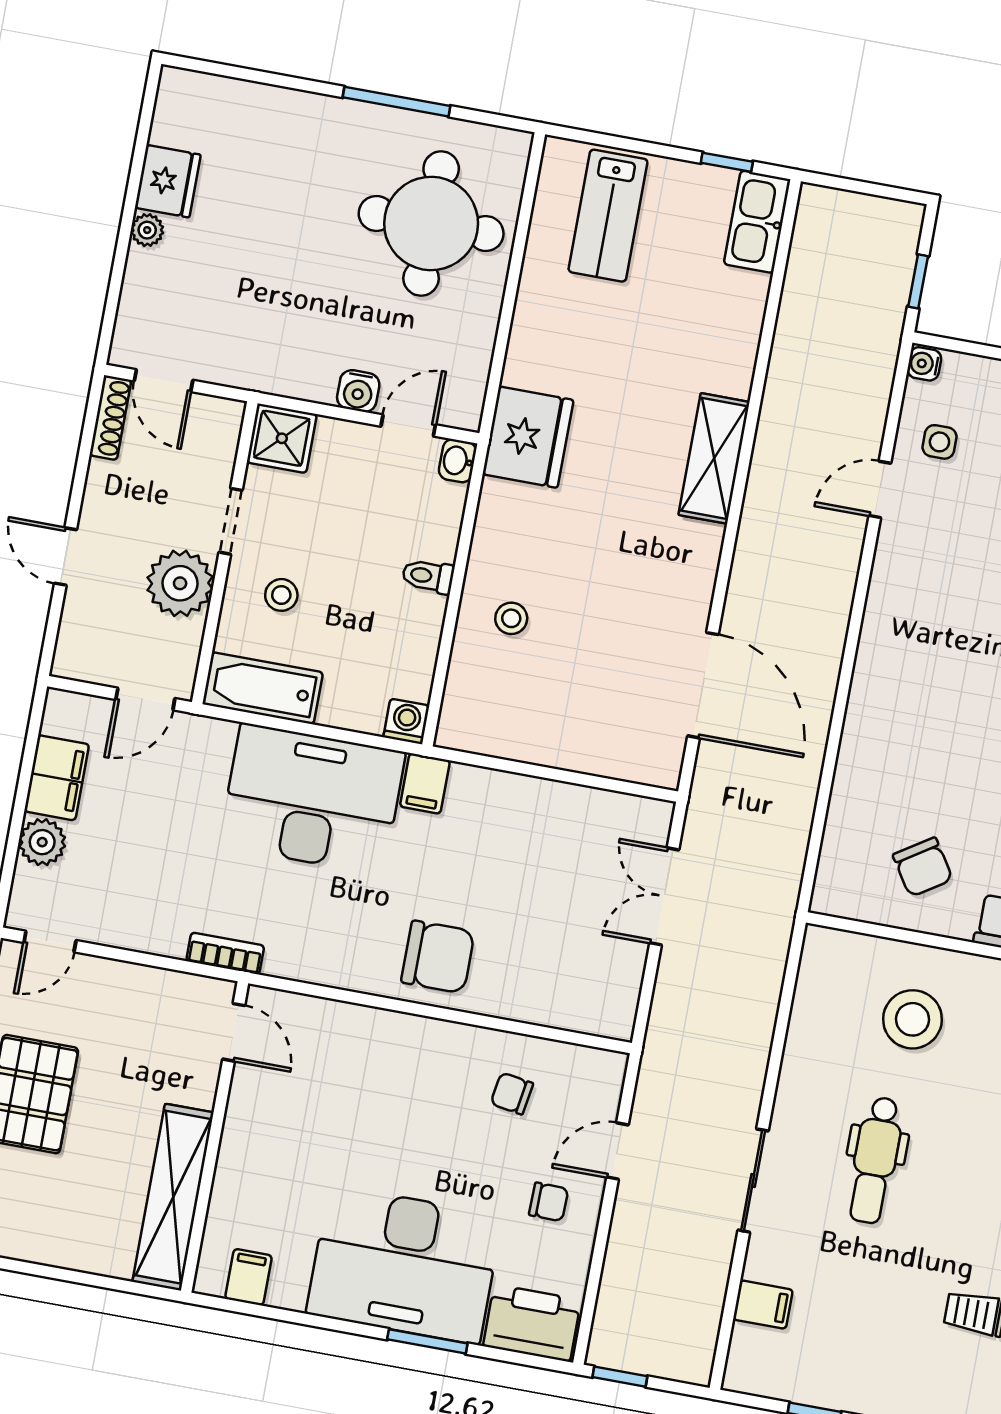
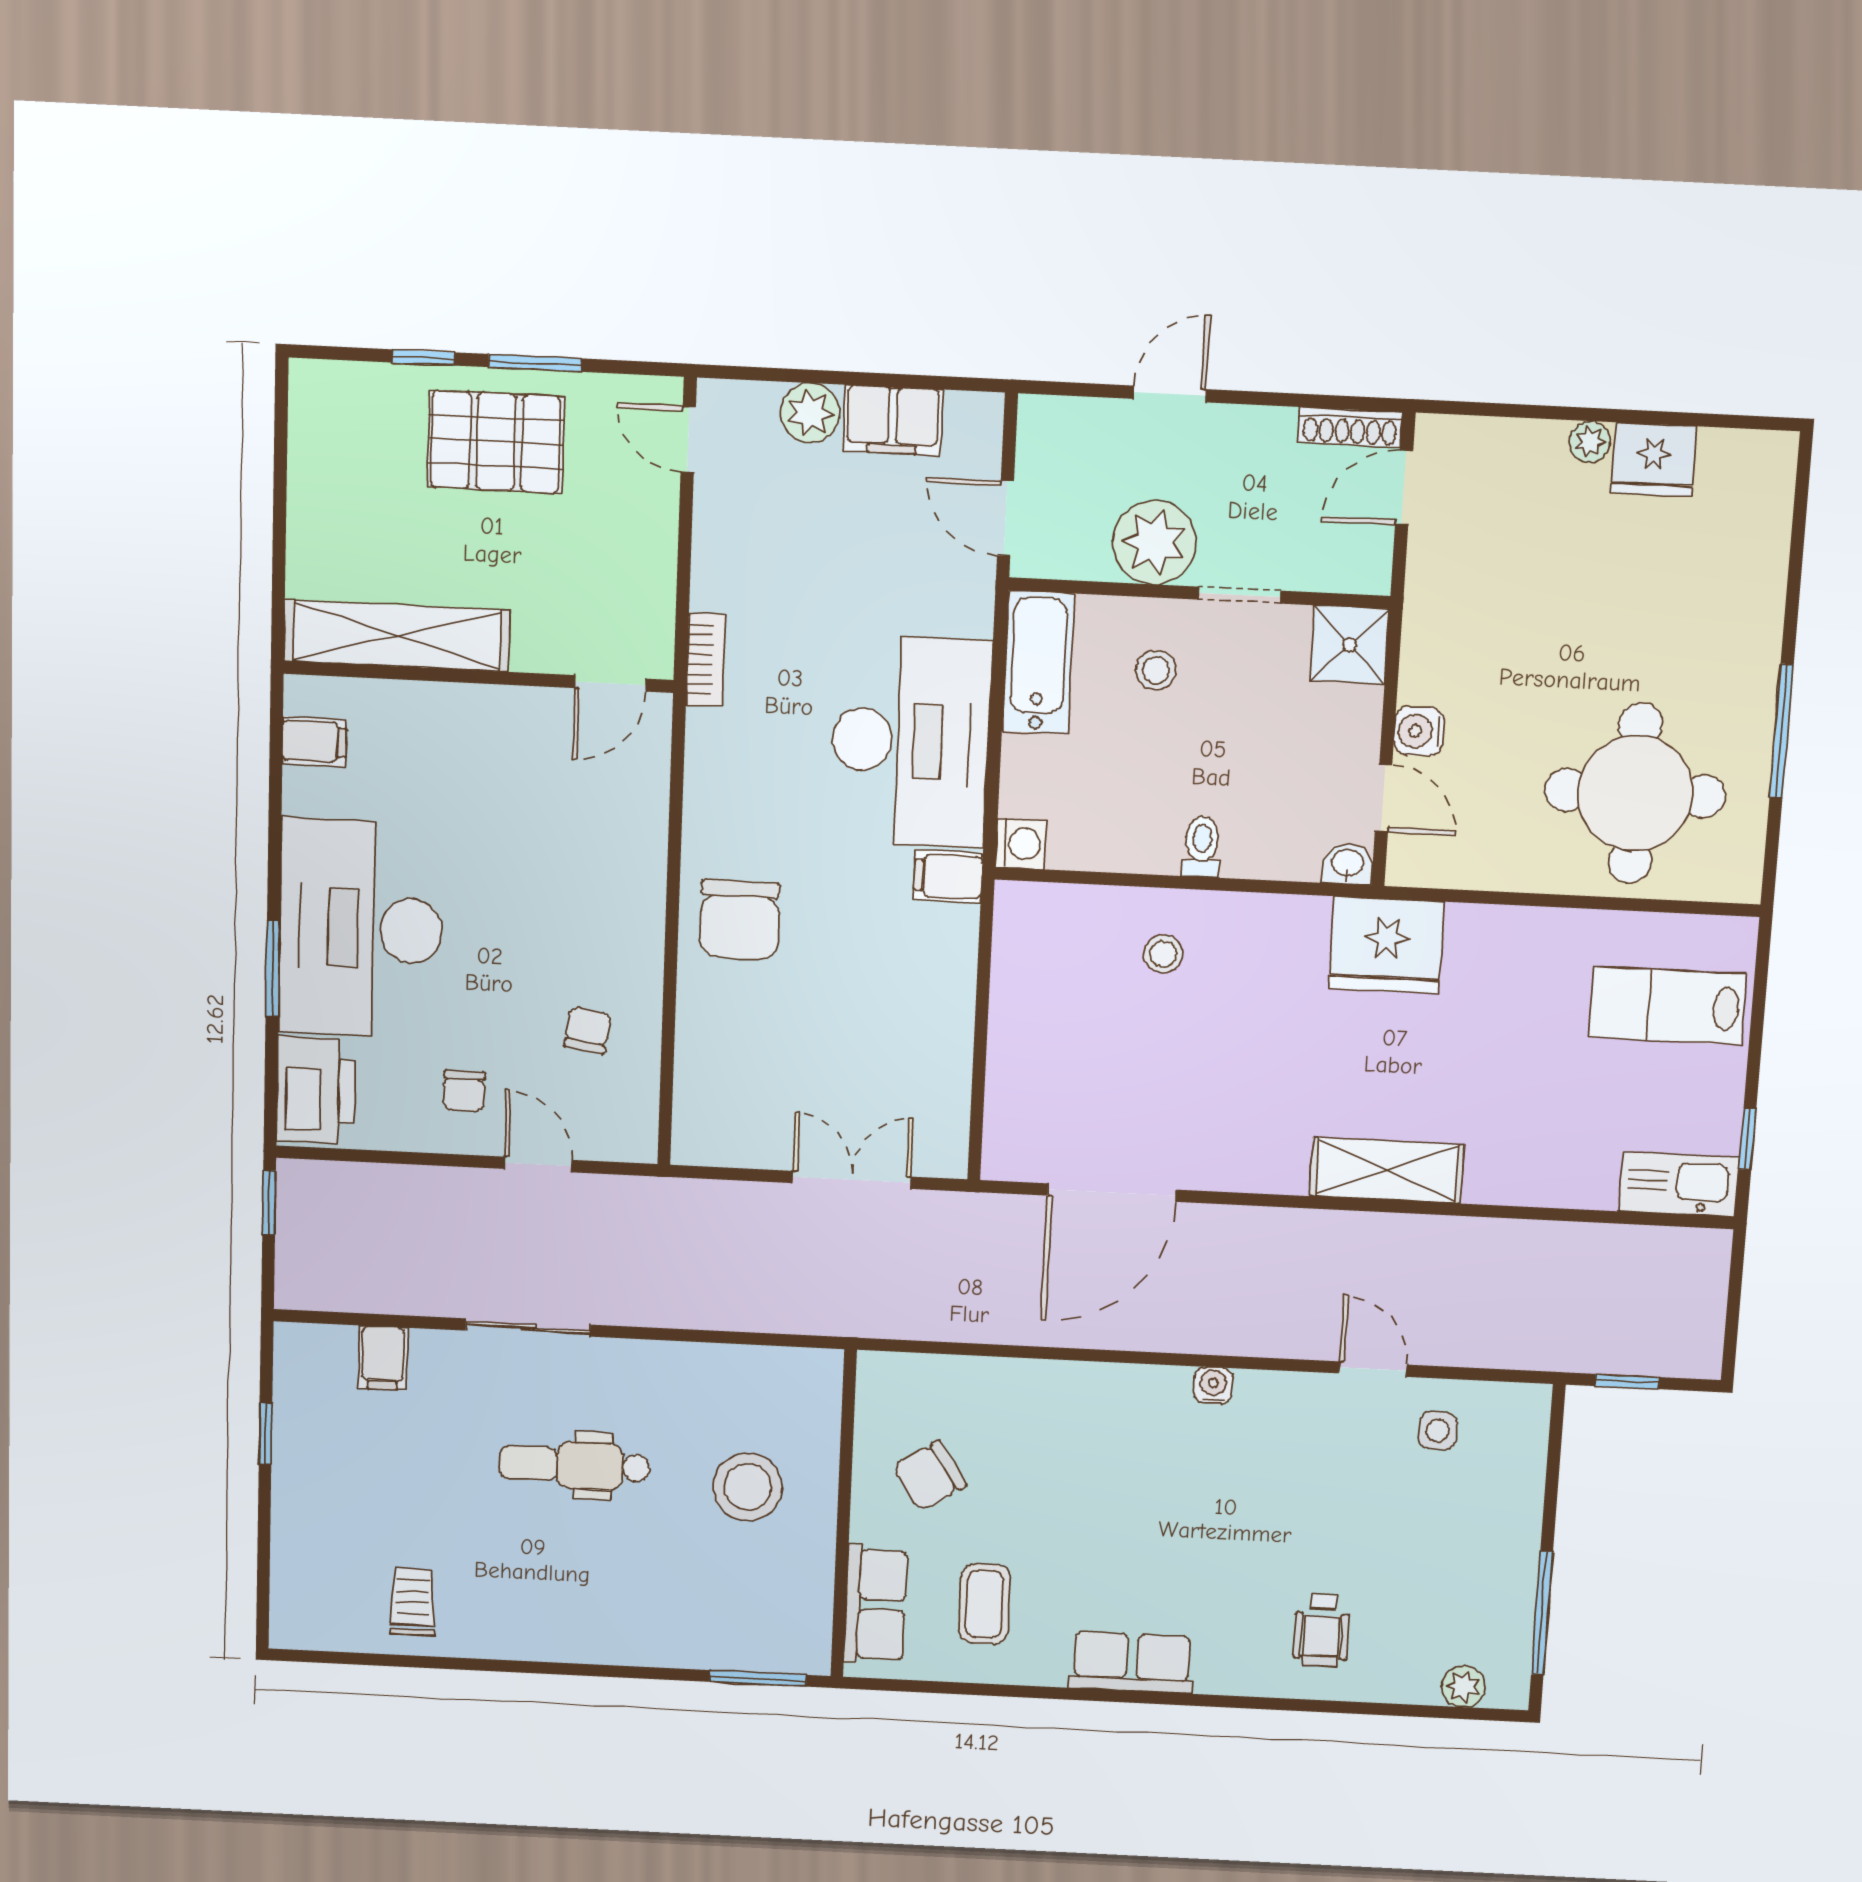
water cooler: (924, 364) -> (1213, 1386), moved

